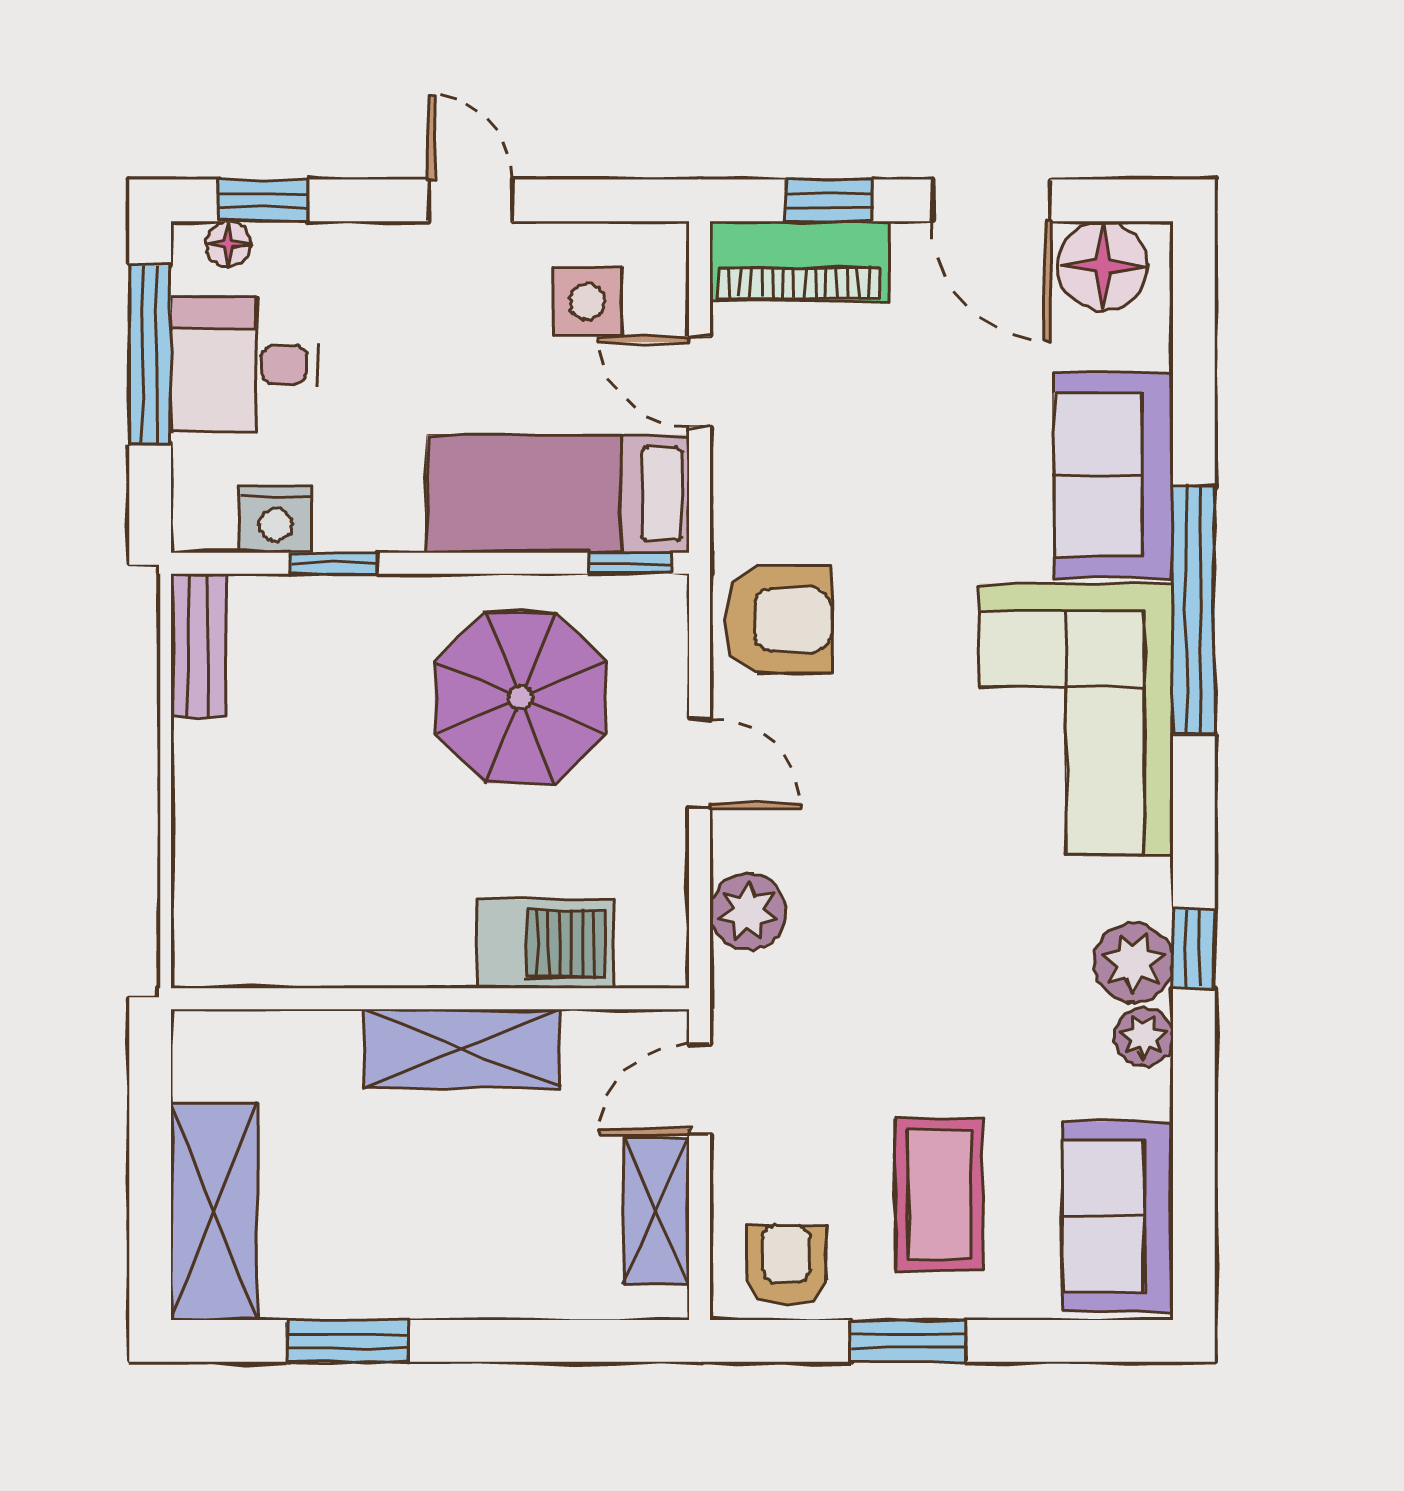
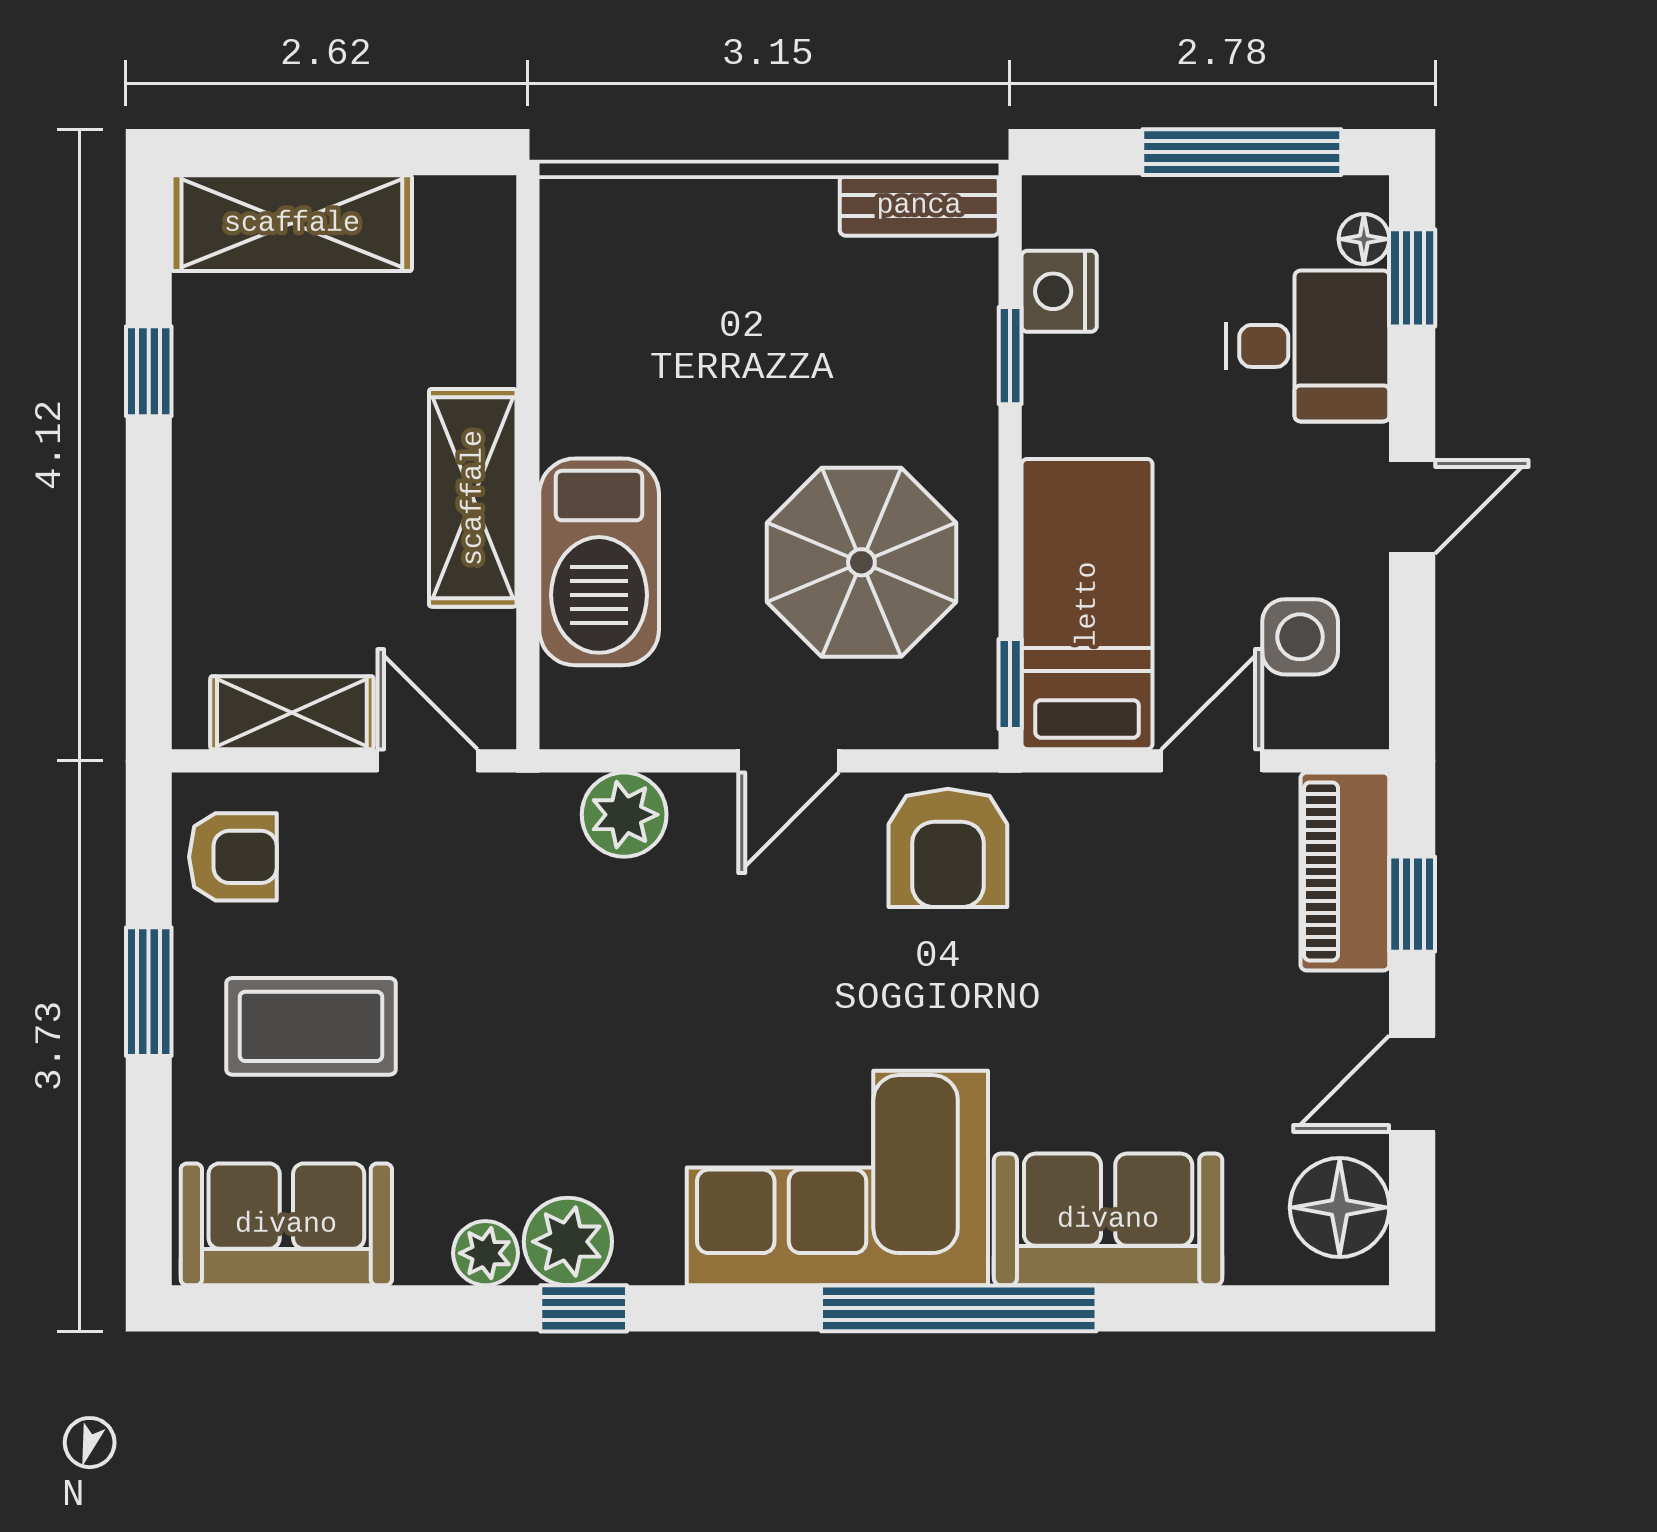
door: (991, 200) -> (1412, 1084), width x0.73
desk: (244, 365) -> (1308, 346), moved, turned 90
barbecue: (545, 944) -> (599, 562), width x1.37, depth x1.21
window: (348, 1341) -> (149, 371), width x0.67

